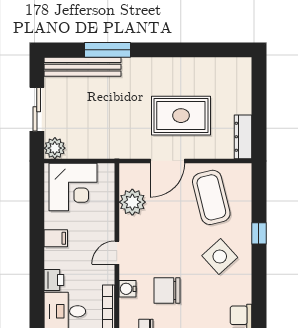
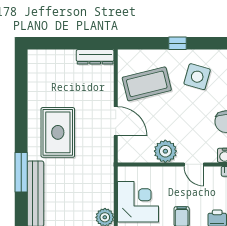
rug: (181, 116) -> (58, 132), moved
plant: (132, 202) -> (165, 151), moved
side table: (220, 257) -> (197, 77), turned -32

